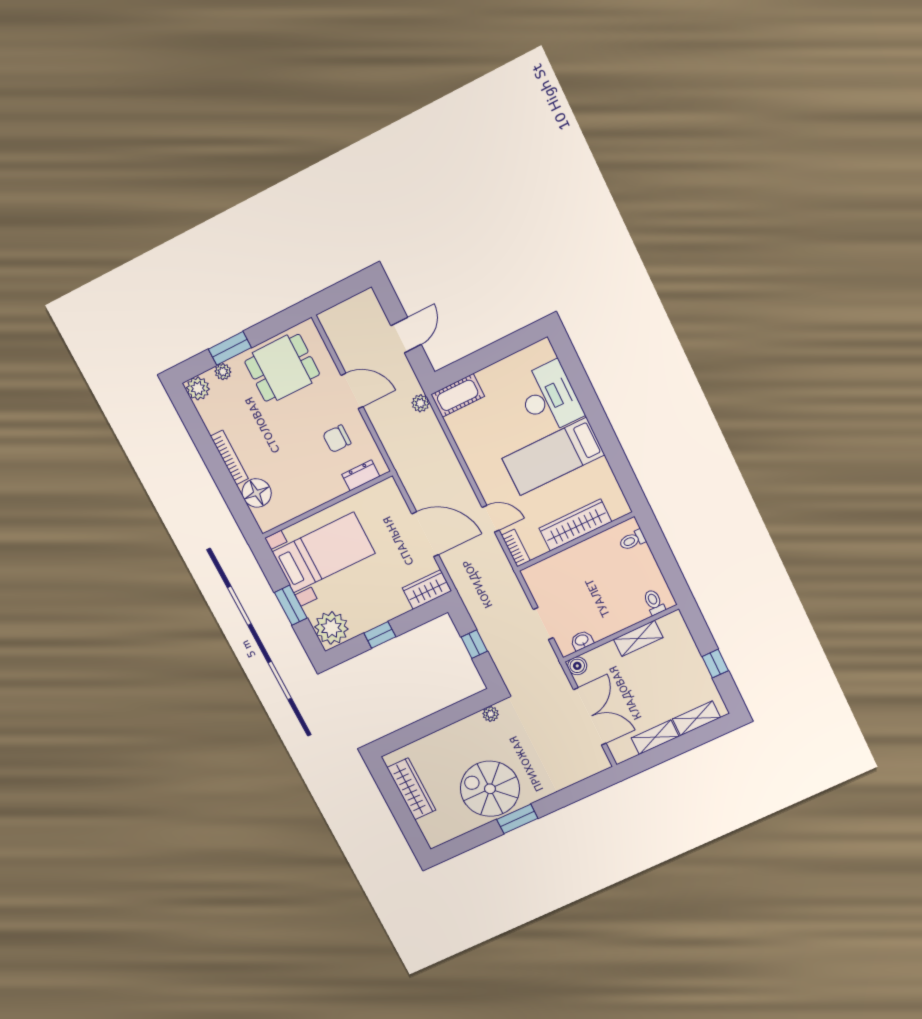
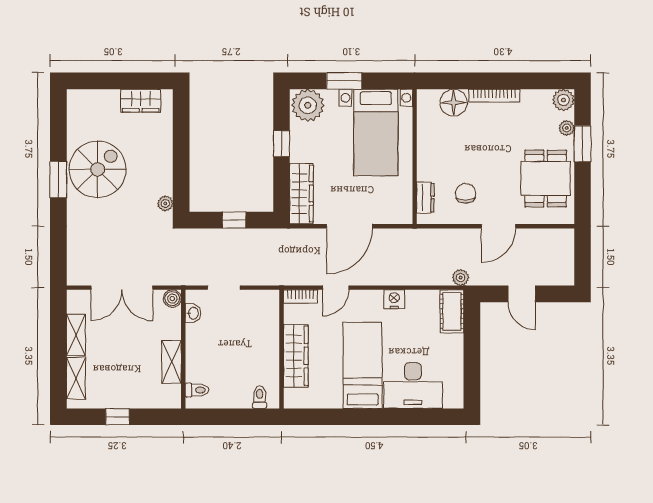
nightstand: (474, 457) -> (394, 299), added
wardrobe: (427, 590) -> (301, 194), width x1.50
wardrobe: (411, 789) -> (141, 101), width x0.67

